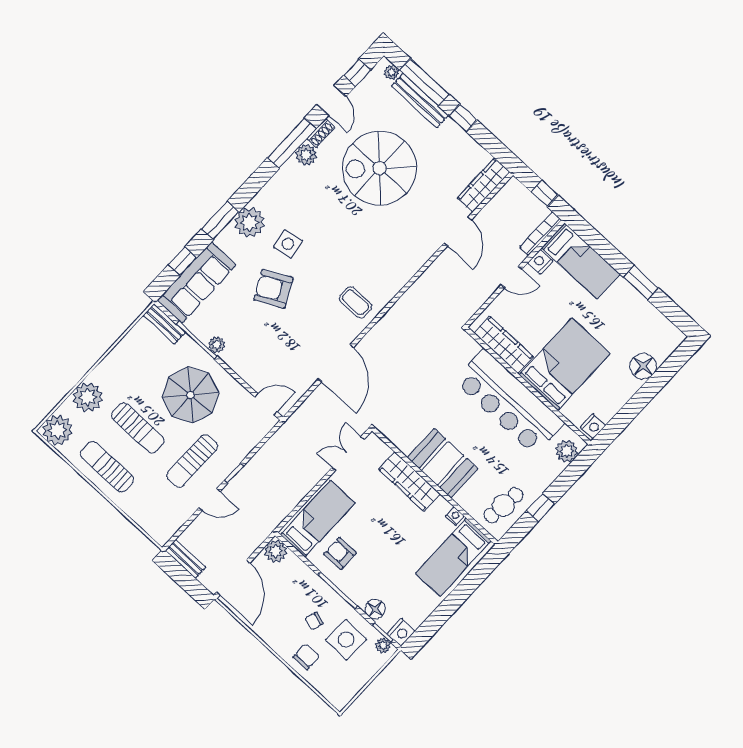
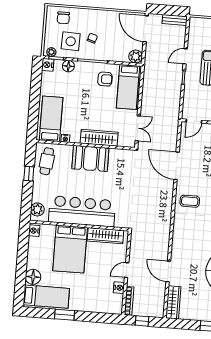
bed: (581, 261) -> (46, 297), moved, turned 180
chair: (306, 657) -> (63, 18), moved

